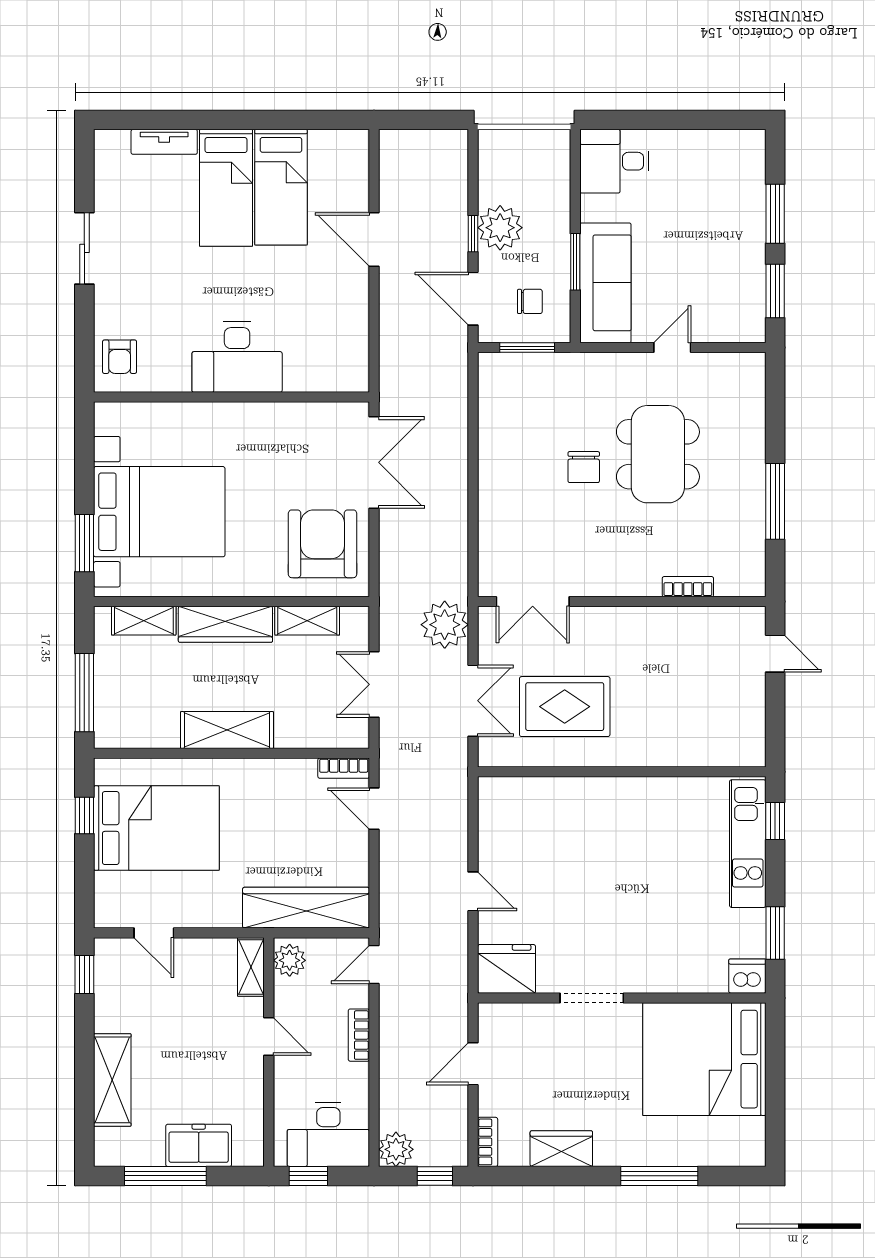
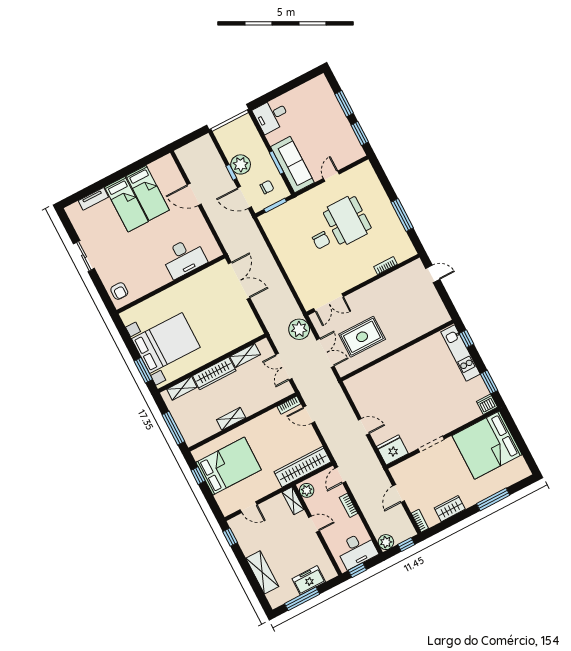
desk: (237, 357) -> (184, 258), moved
armchair: (323, 544) -> (236, 323), removed
shelving: (227, 730) -> (231, 419), width x0.67, depth x0.75

